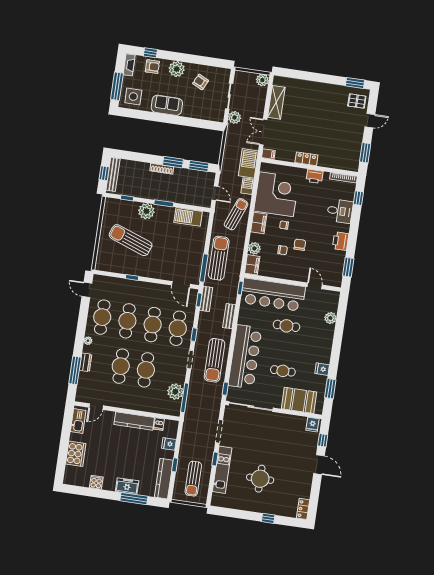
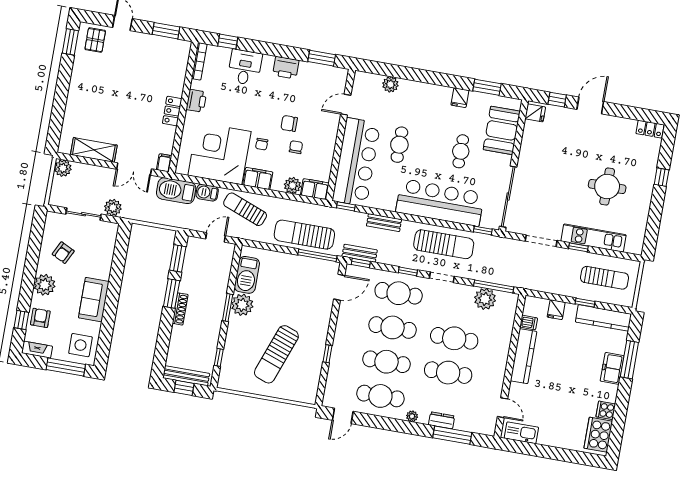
plant: (146, 211) -> (242, 305), moved
cooker: (76, 454) -> (598, 435), moved, turned -90

